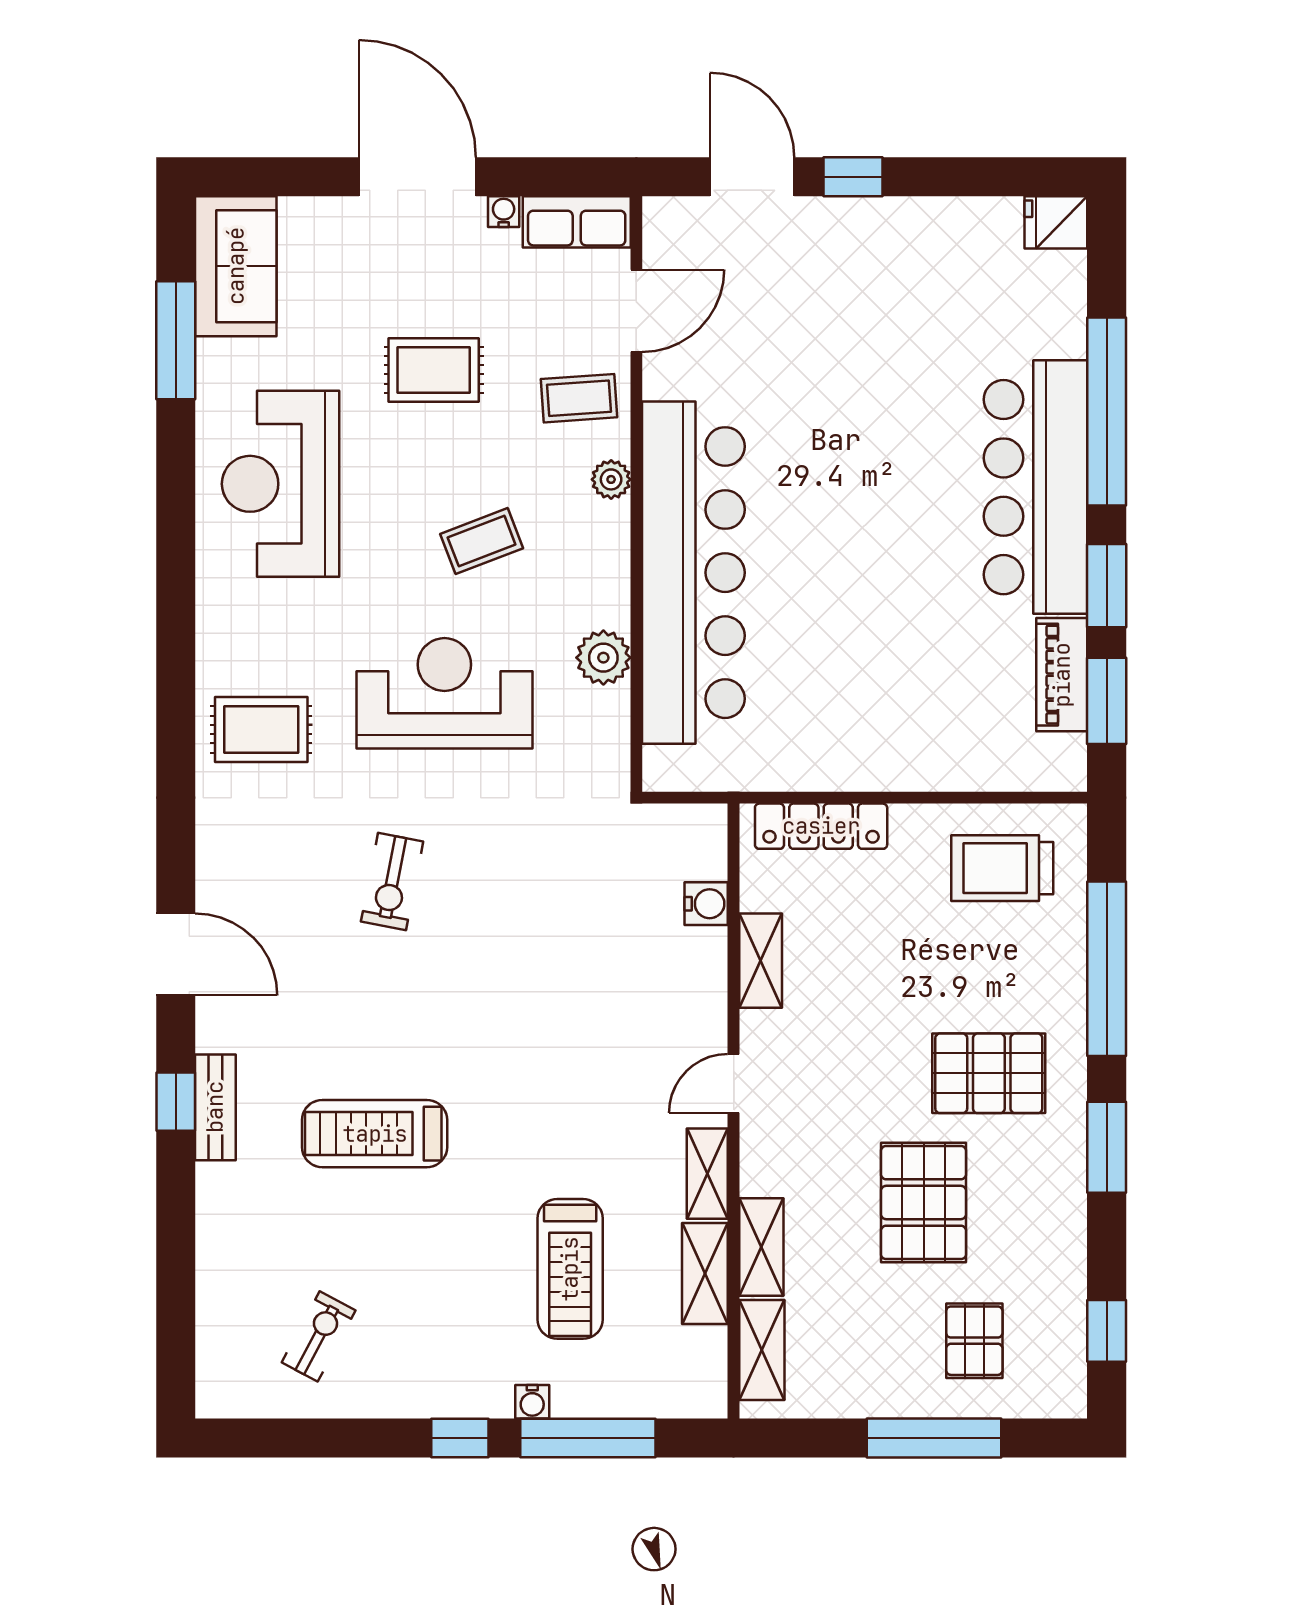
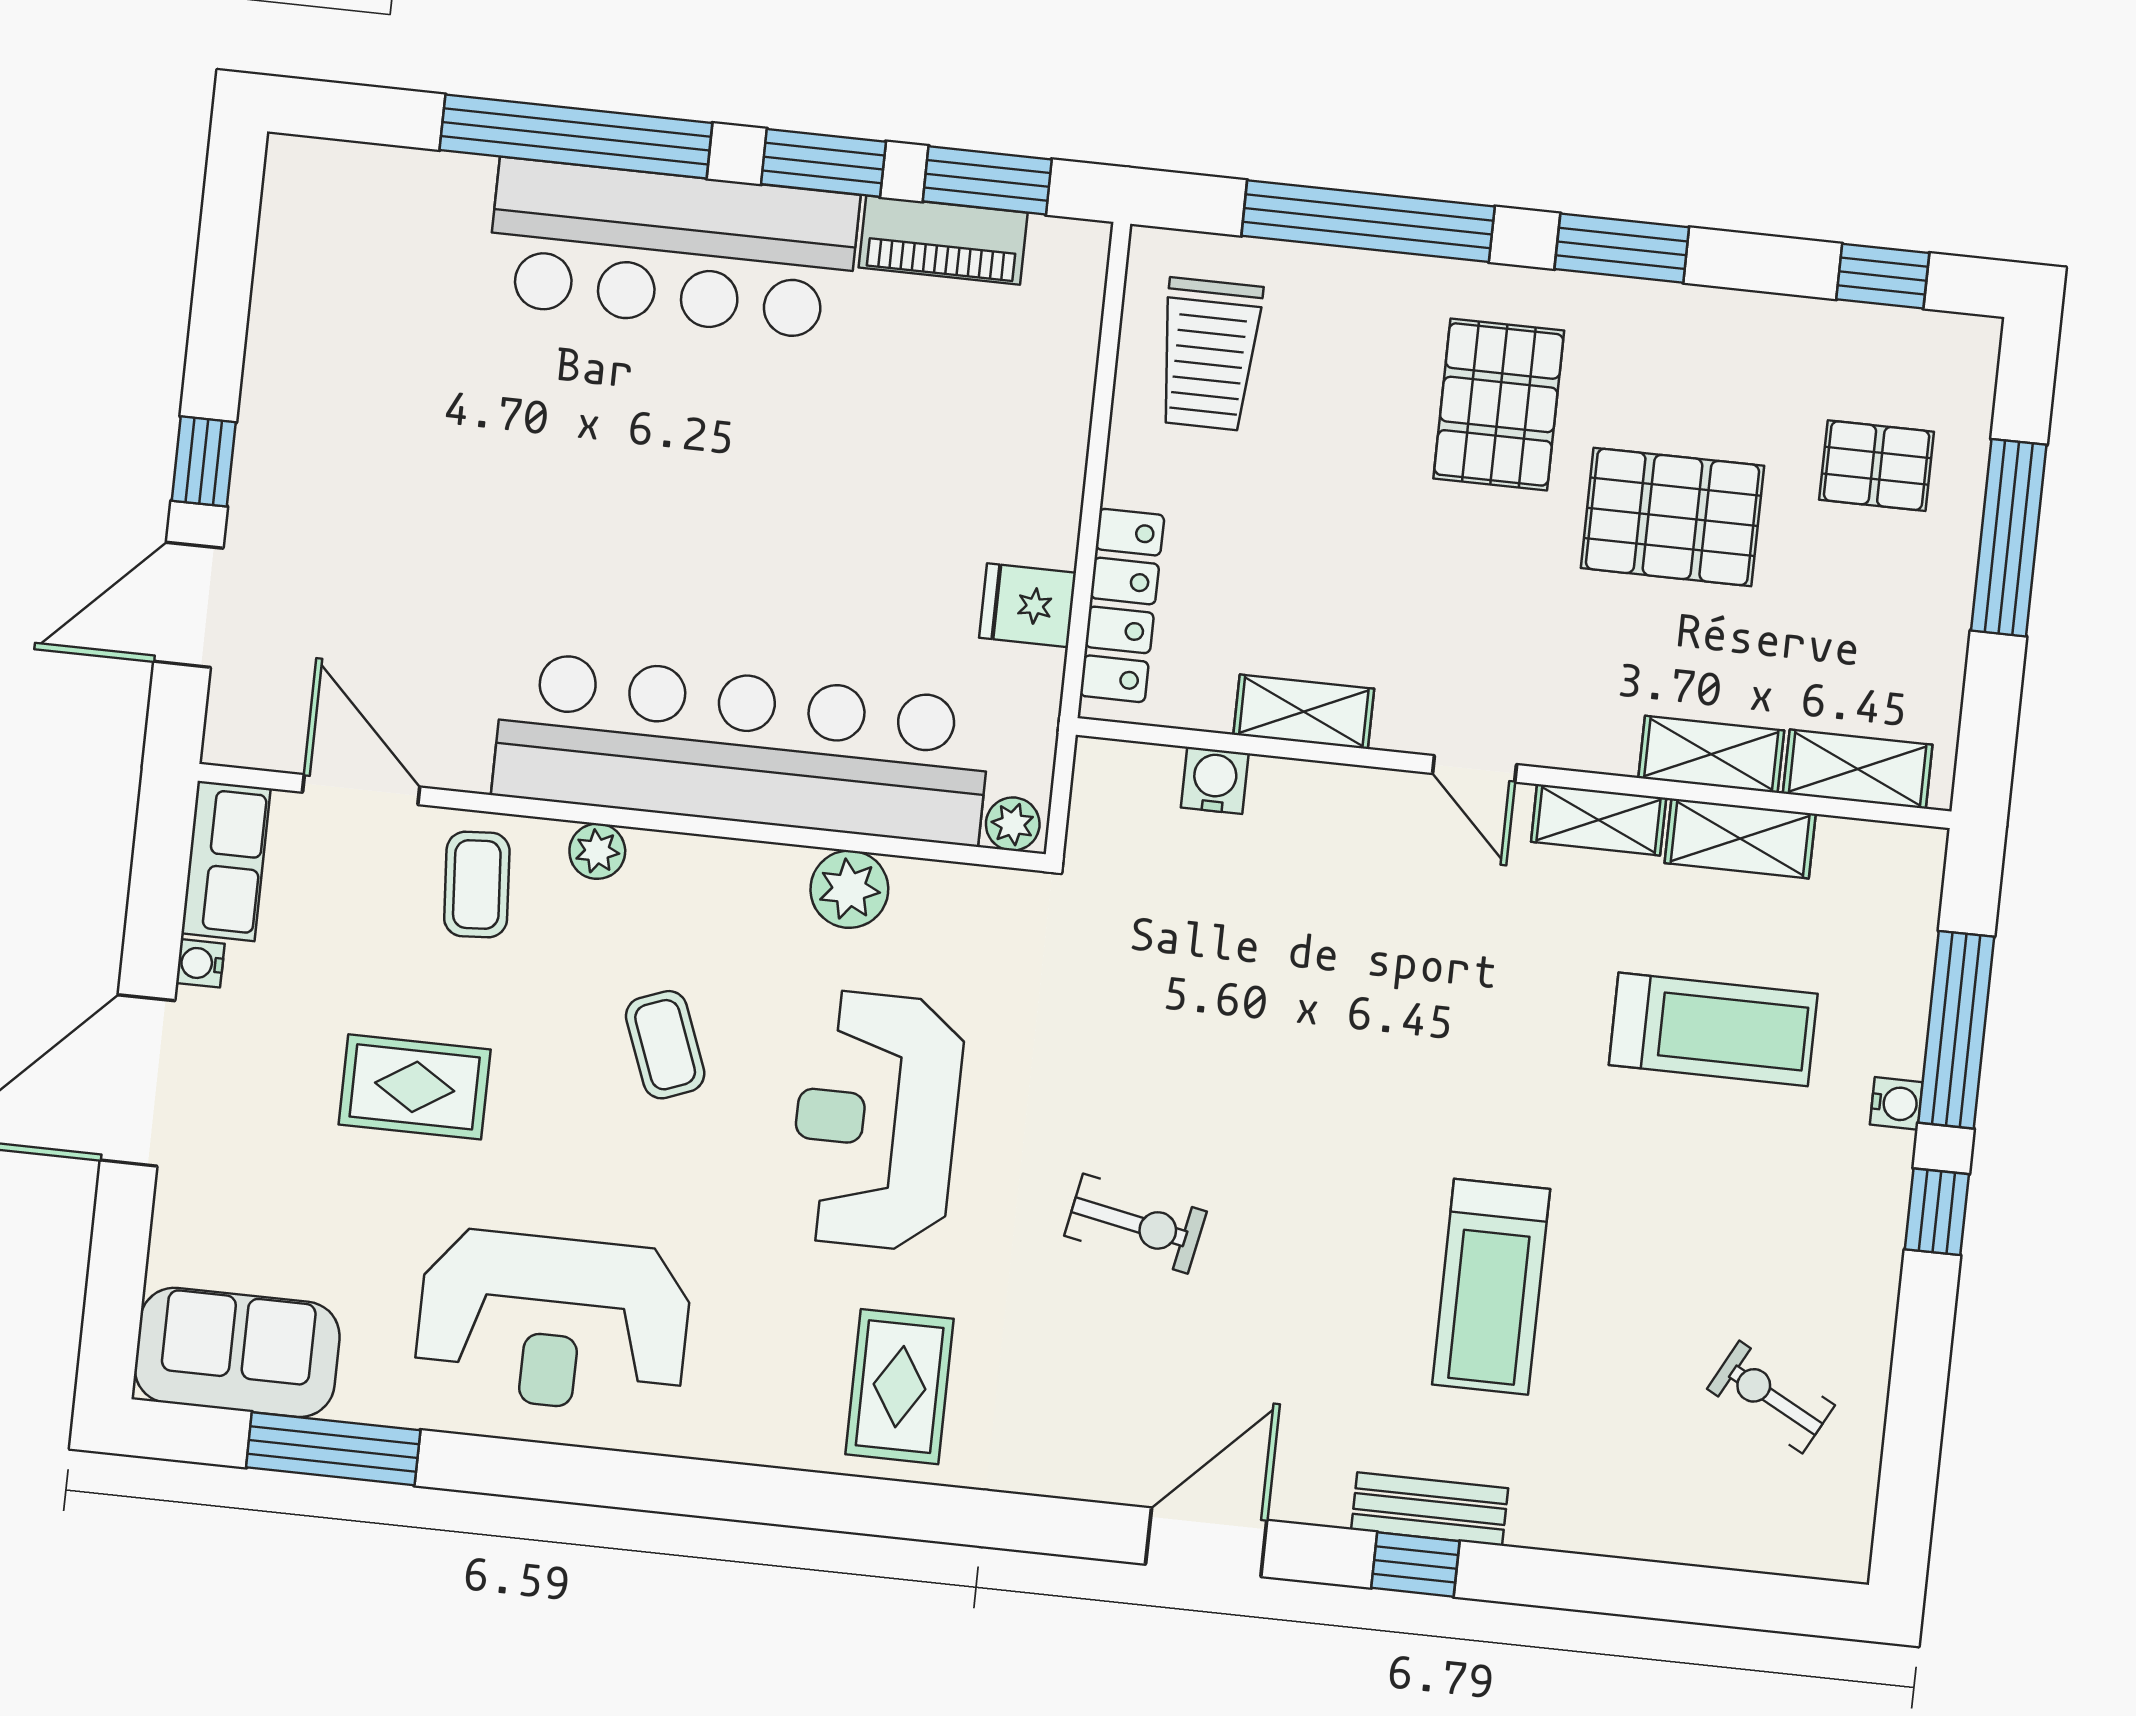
fridge: (1056, 222) -> (1028, 605), moved, turned 90
rug: (434, 370) -> (415, 1087), turned 90
plant: (661, 766) -> (1013, 824), added

